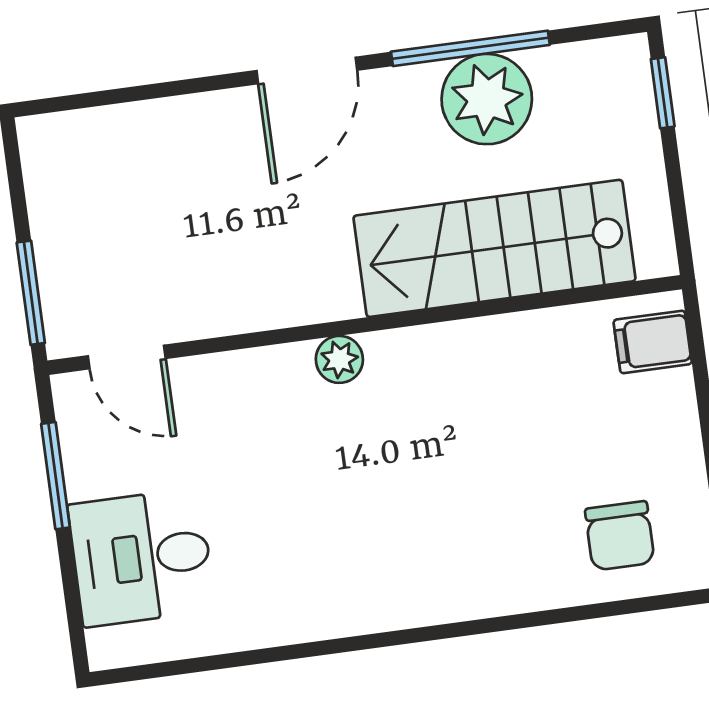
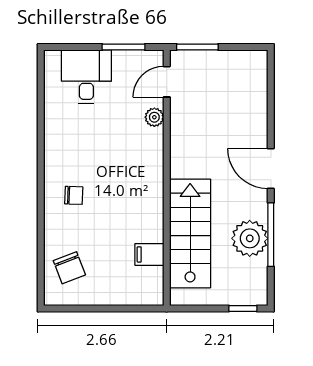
filing cabinet: (653, 342) -> (149, 254), moved, turned -90
plant: (339, 359) -> (154, 117), moved
chair: (620, 536) -> (69, 268), turned -111
chair: (439, 549) -> (74, 195), added

